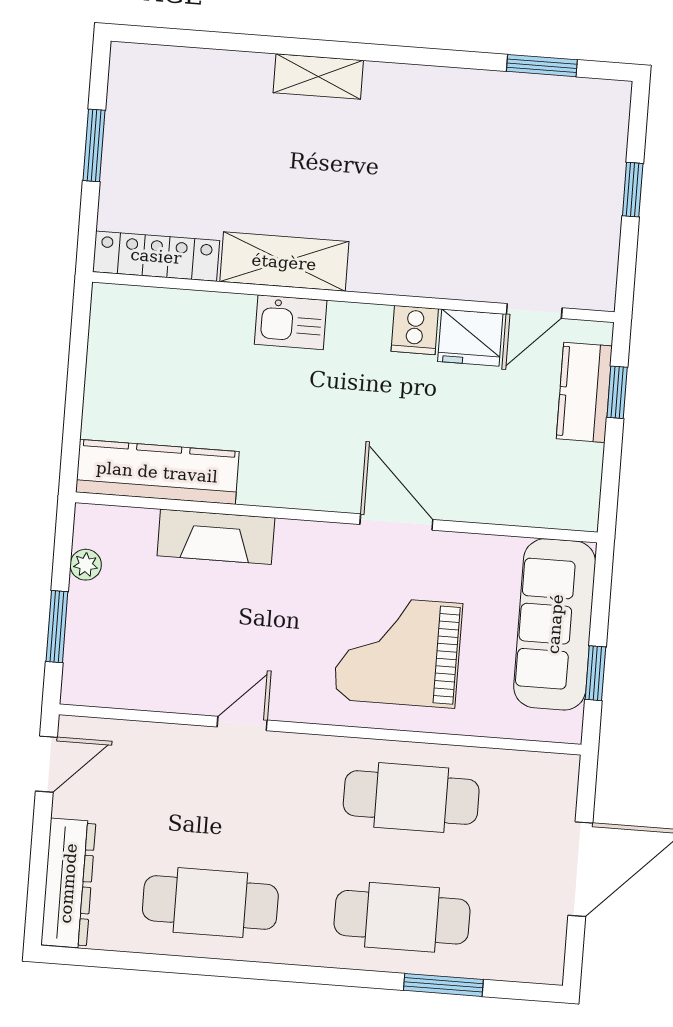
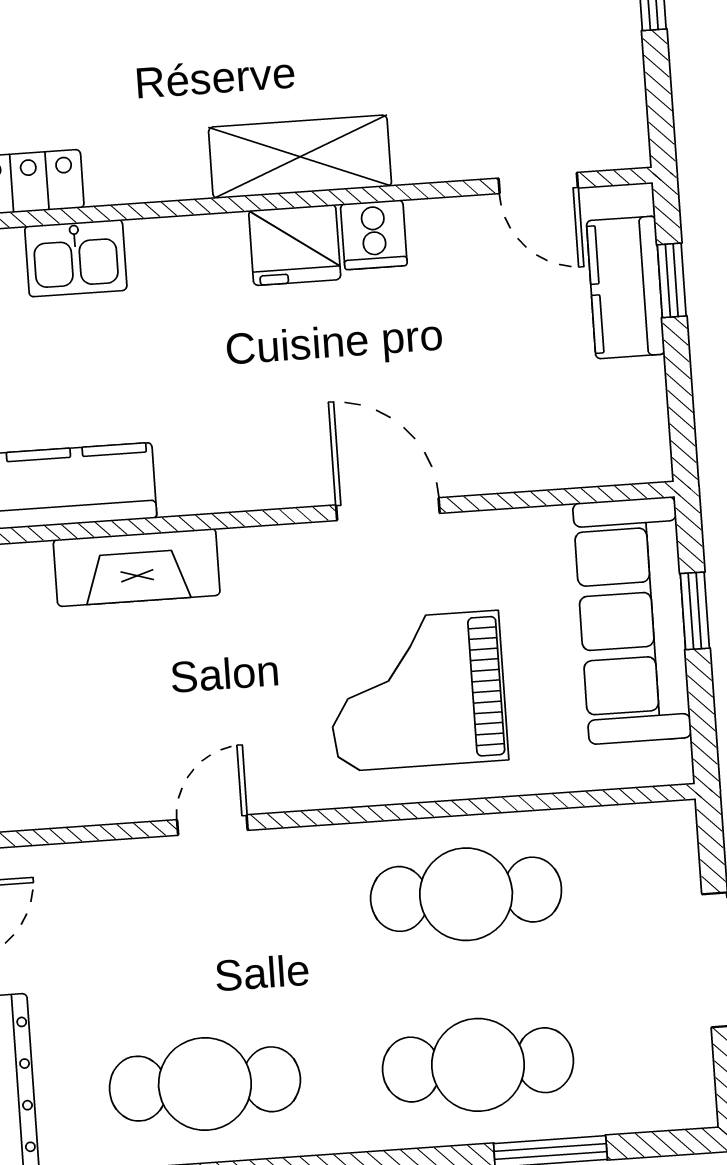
shelving: (284, 262) -> (300, 157), moved
door: (534, 311) -> (538, 183), hinge flipped
kitchen sink: (291, 322) -> (76, 258), moved
fridge: (470, 338) -> (295, 245), moved
window: (595, 673) -> (695, 611), moved

